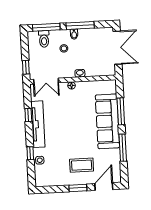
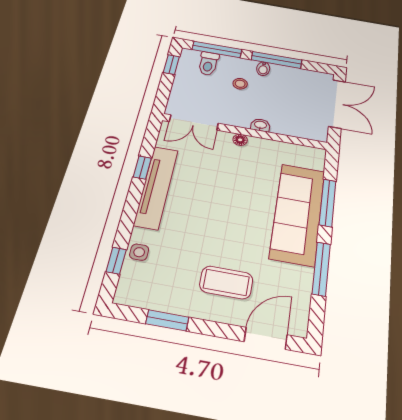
window: (26, 67) -> (171, 65), moved
window: (30, 153) -> (116, 261), moved
window: (78, 188) -> (167, 320), moved

